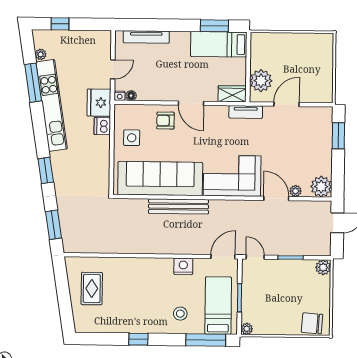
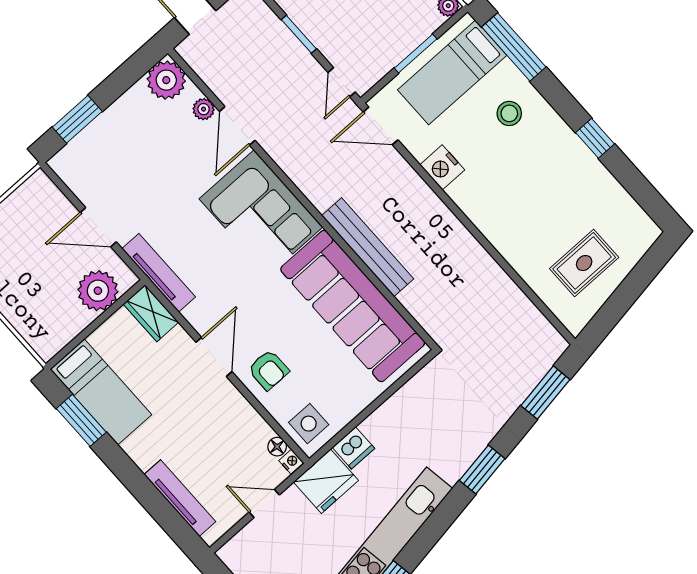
tv unit: (246, 112) -> (159, 273), width x1.41
side table: (132, 138) -> (309, 424), moved

